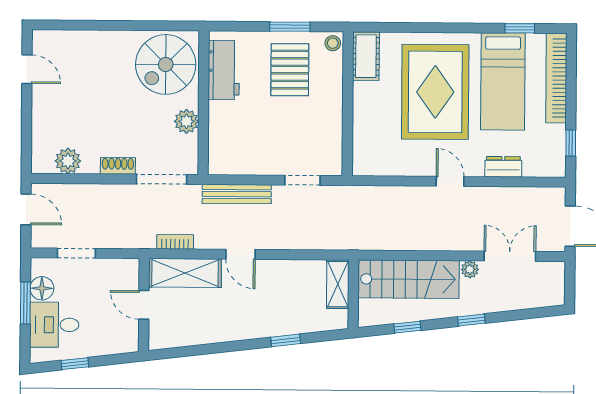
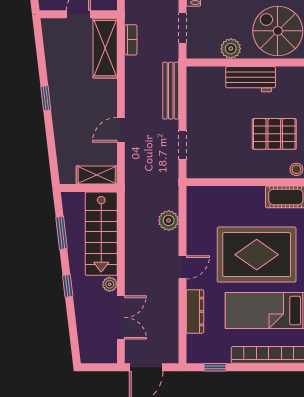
workbench: (224, 70) -> (251, 79), moved
dresser: (503, 167) -> (195, 311), width x1.44
doorway: (161, 179) -> (183, 28), width x0.73
plant: (393, 198) -> (169, 220), added
door: (240, 254) -> (121, 130), moved
window: (407, 327) -> (61, 233), width x1.50
window: (286, 340) -> (46, 98), moved

